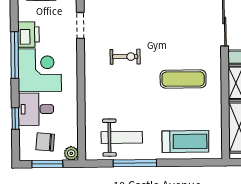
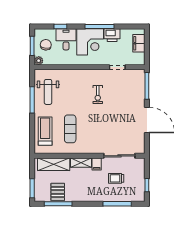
exercise mat: (183, 79) -> (70, 129), moved
treadmill: (185, 141) -> (45, 131), turned 180

